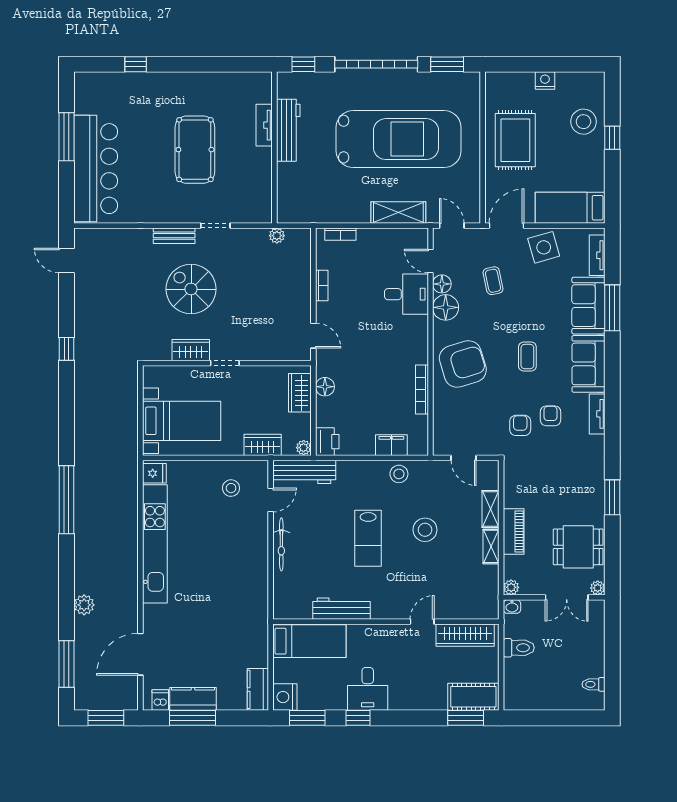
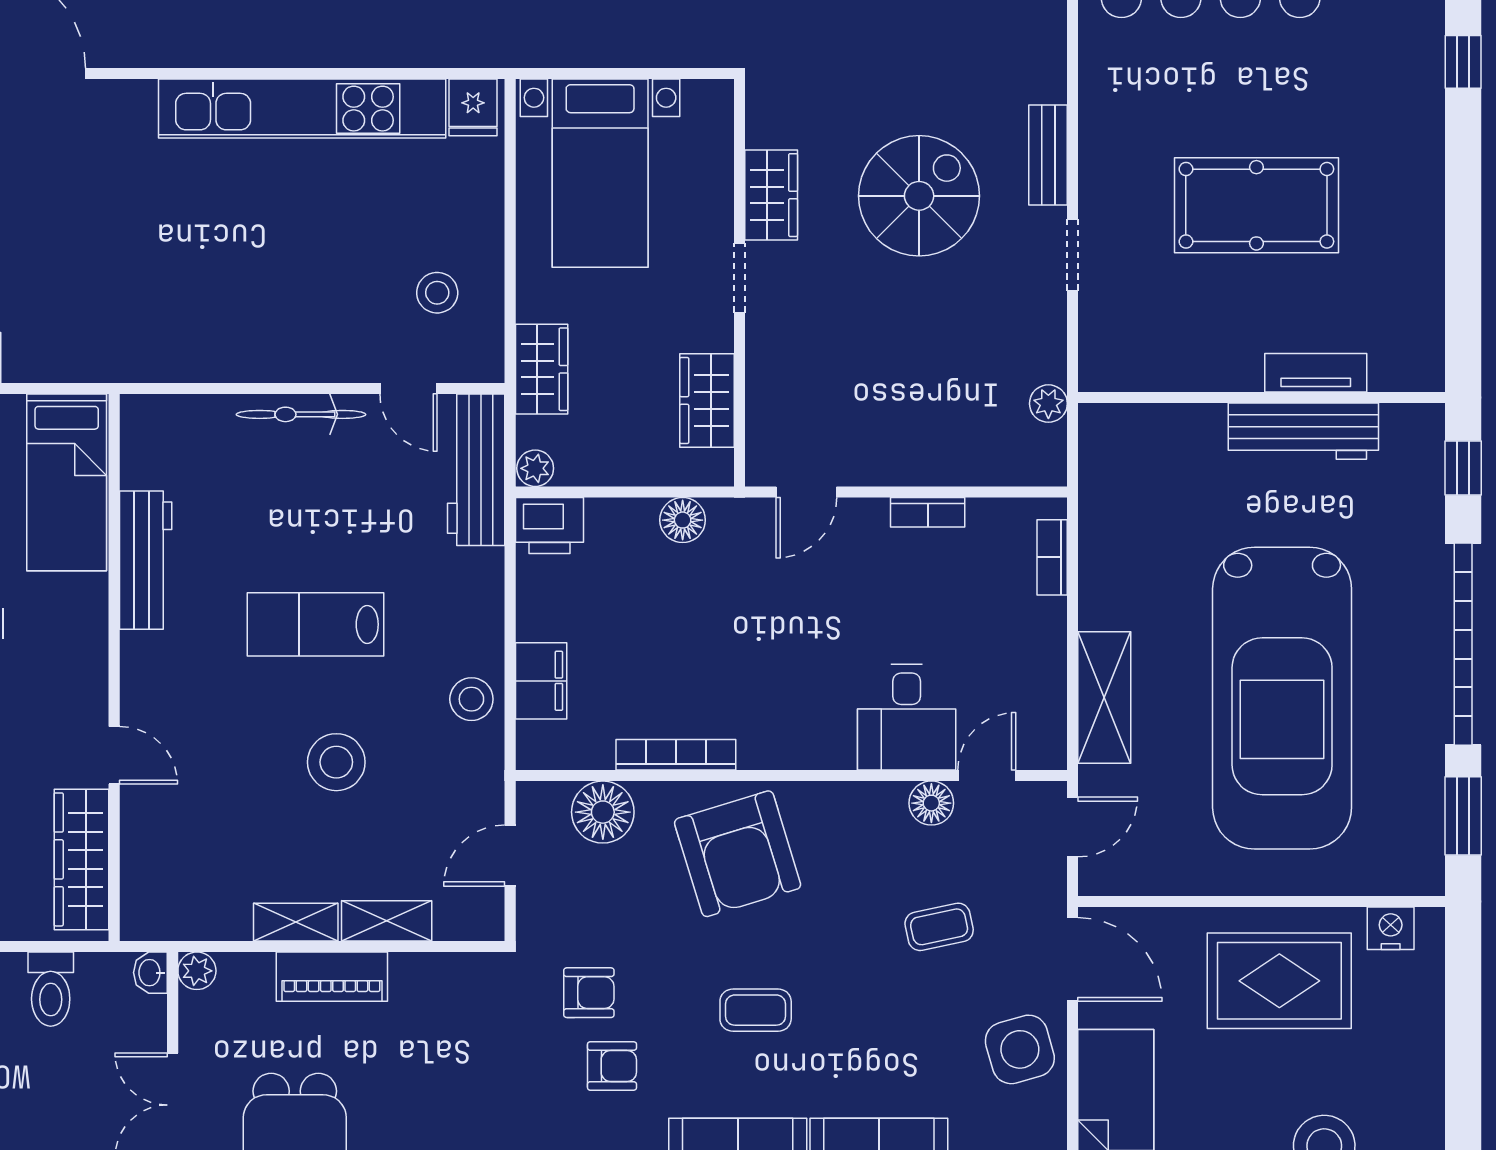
nightstand: (545, 80) -> (1391, 928), moved, turned -90
floor lamp: (446, 307) -> (603, 812), moved
wardrobe: (300, 393) -> (707, 401), moved, turned -90

